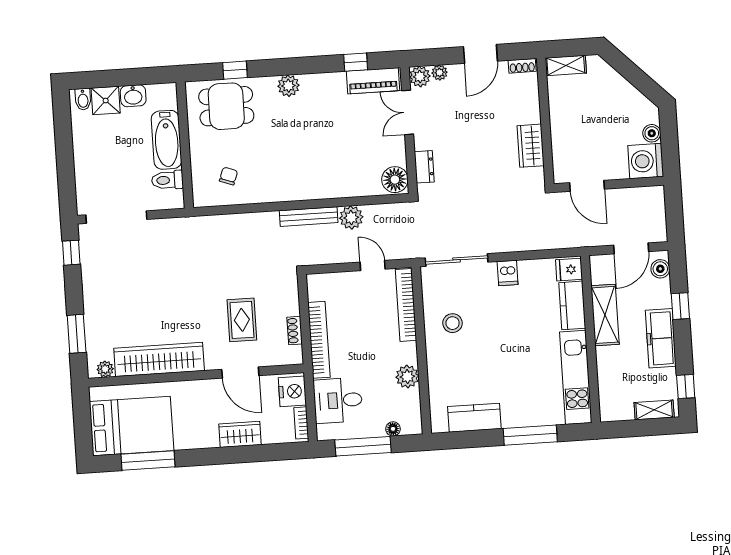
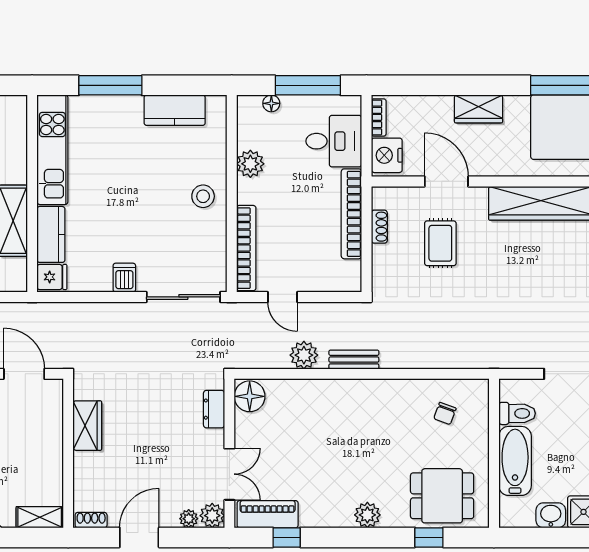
bench: (309, 217) -> (354, 360), width x0.73
stool: (453, 323) -> (203, 196), moved
wardrobe: (240, 434) -> (478, 109), moved

